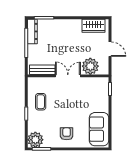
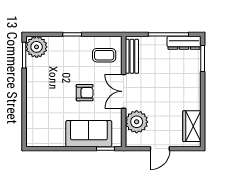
double door: (68, 76) -> (124, 91), swing flipped
coffee table: (41, 102) -> (104, 55), moved
sofa: (99, 129) -> (89, 134), moved
armchair: (67, 134) -> (85, 93), moved

